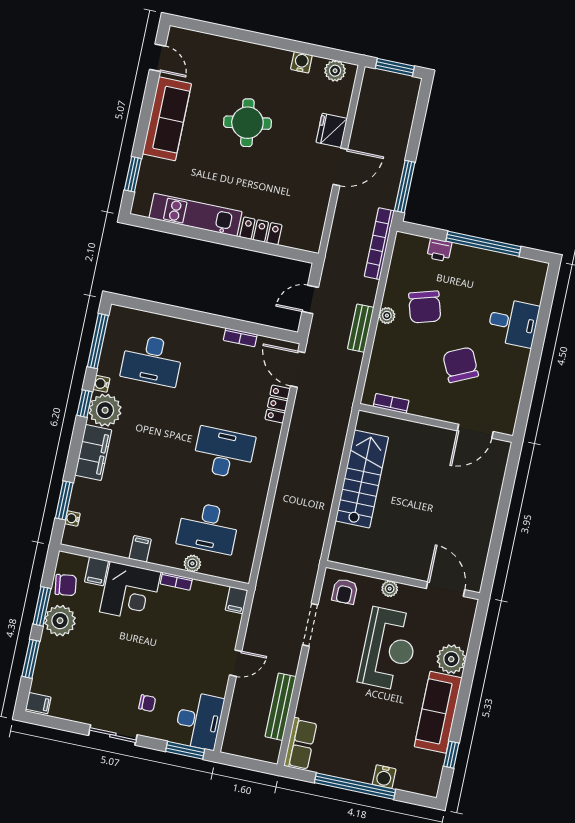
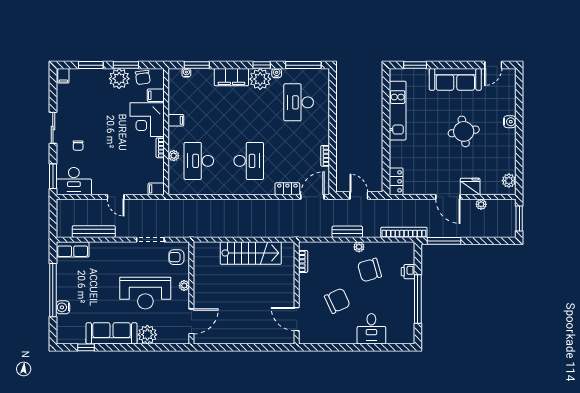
water cooler: (301, 62) -> (510, 122), moved
plant: (362, 120) -> (481, 204), added
locker: (261, 231) -> (396, 181), moved

